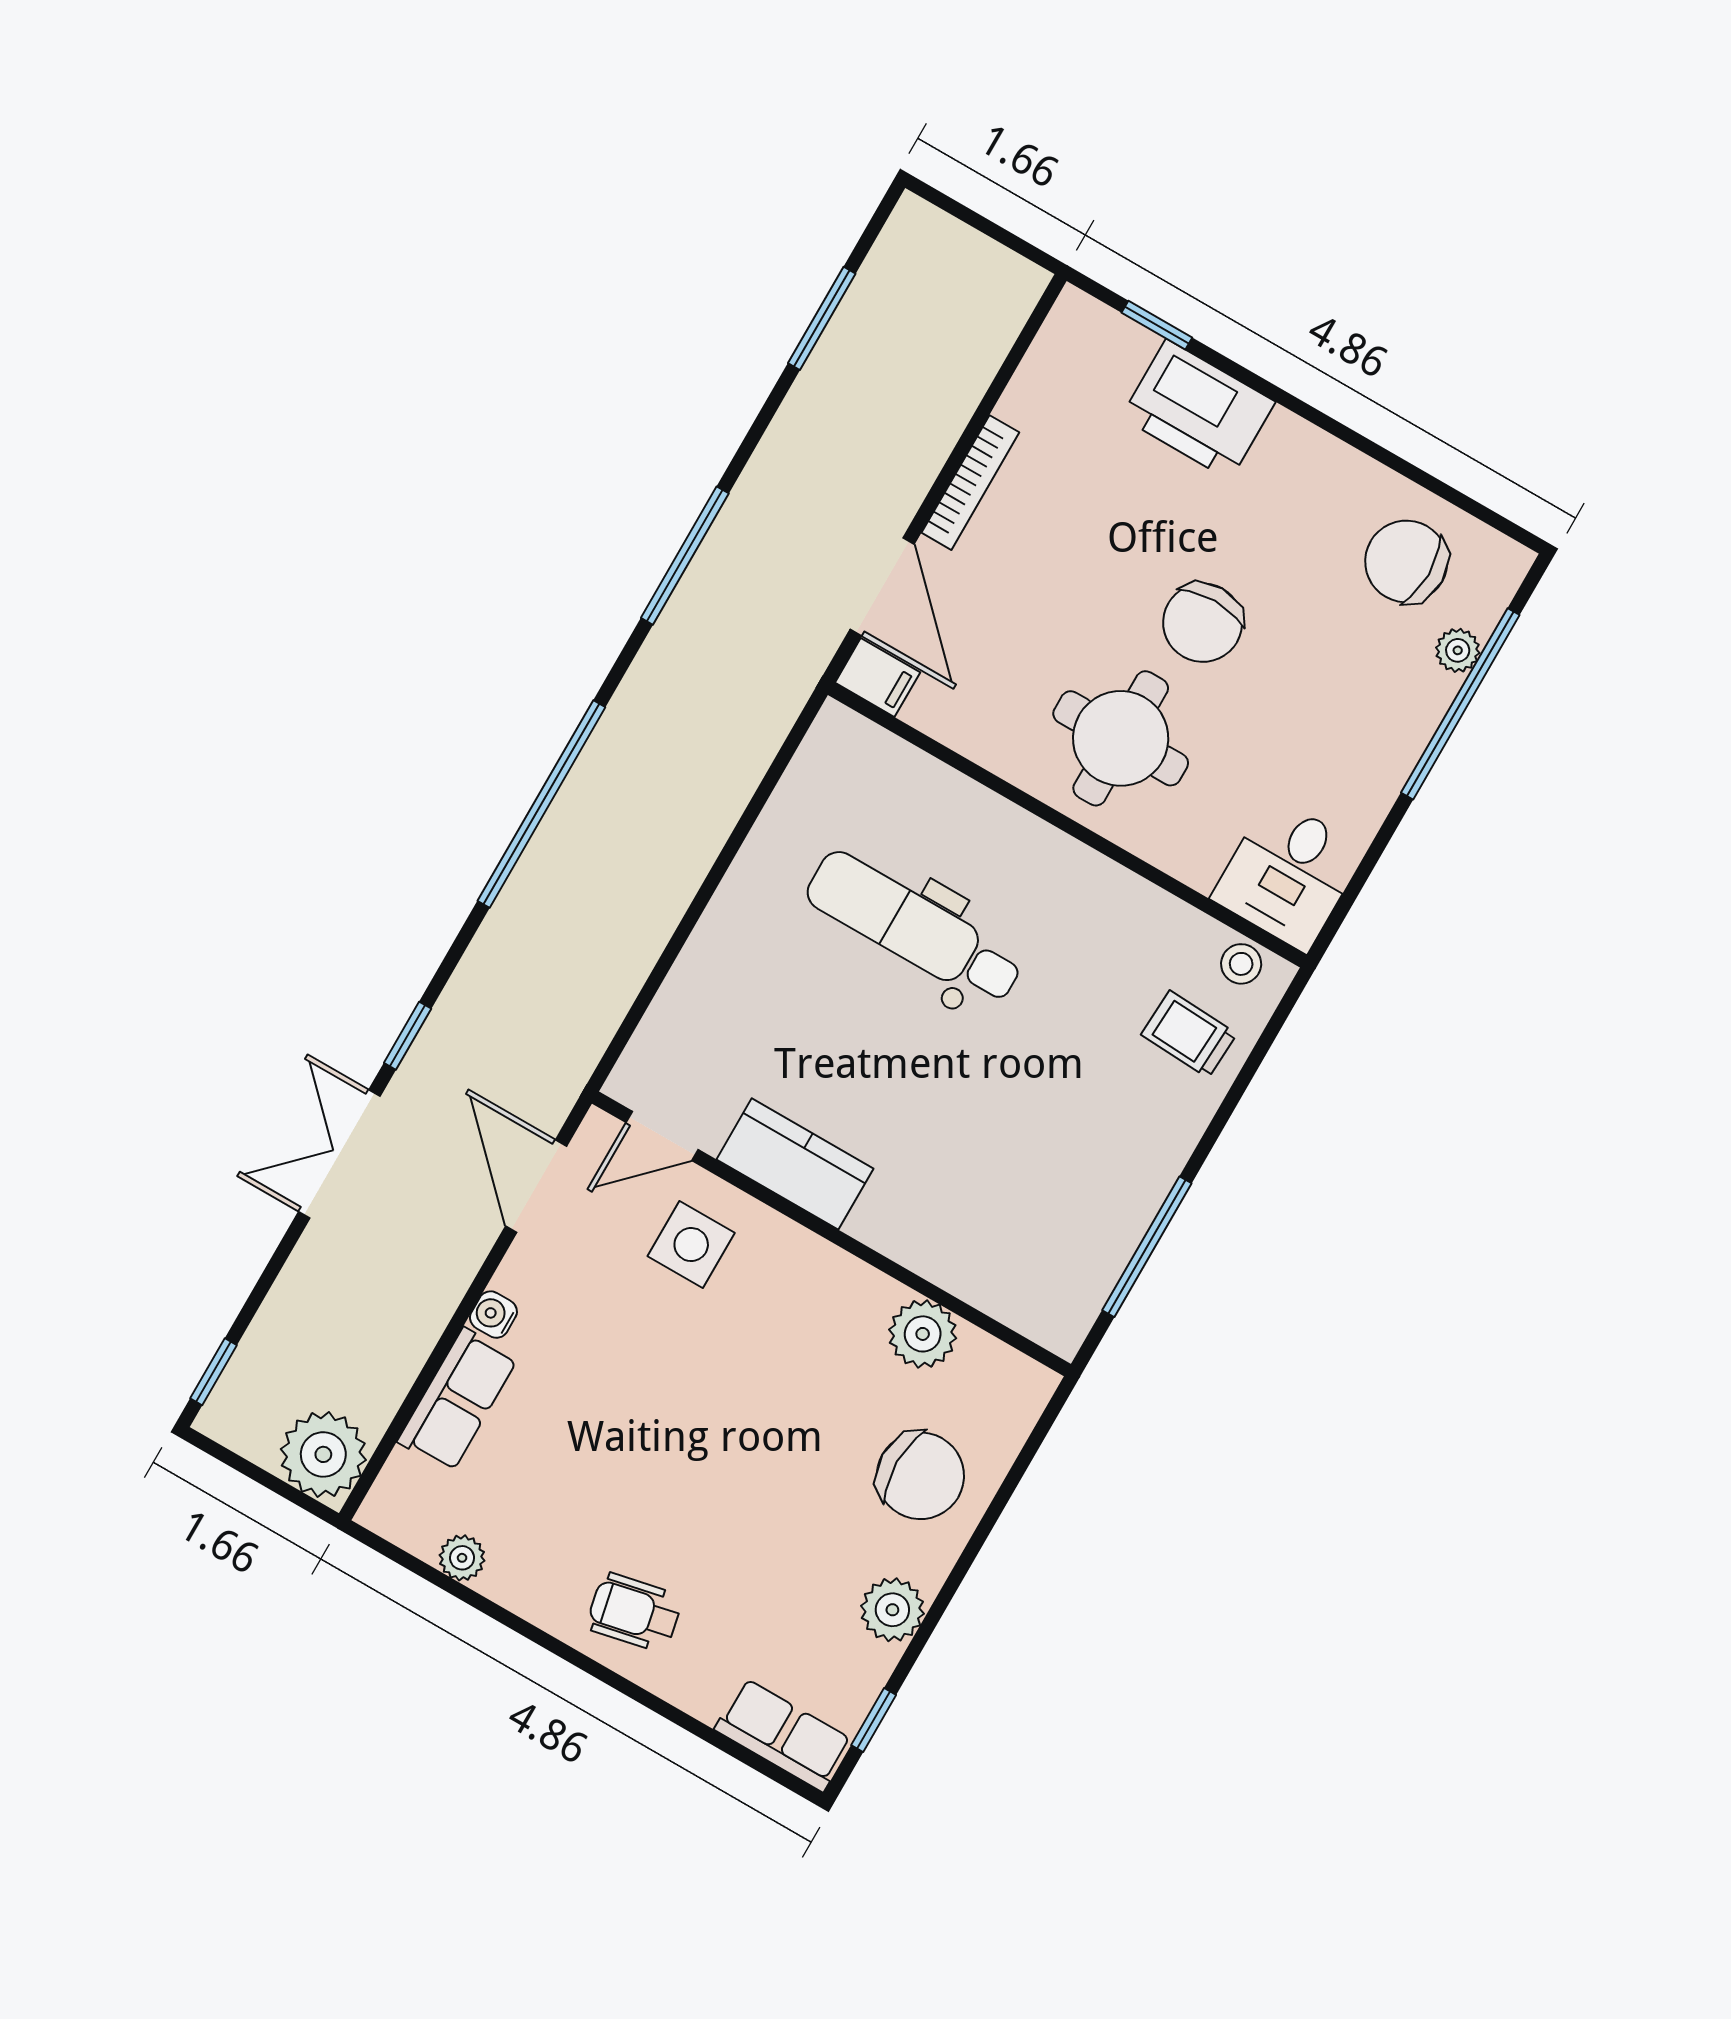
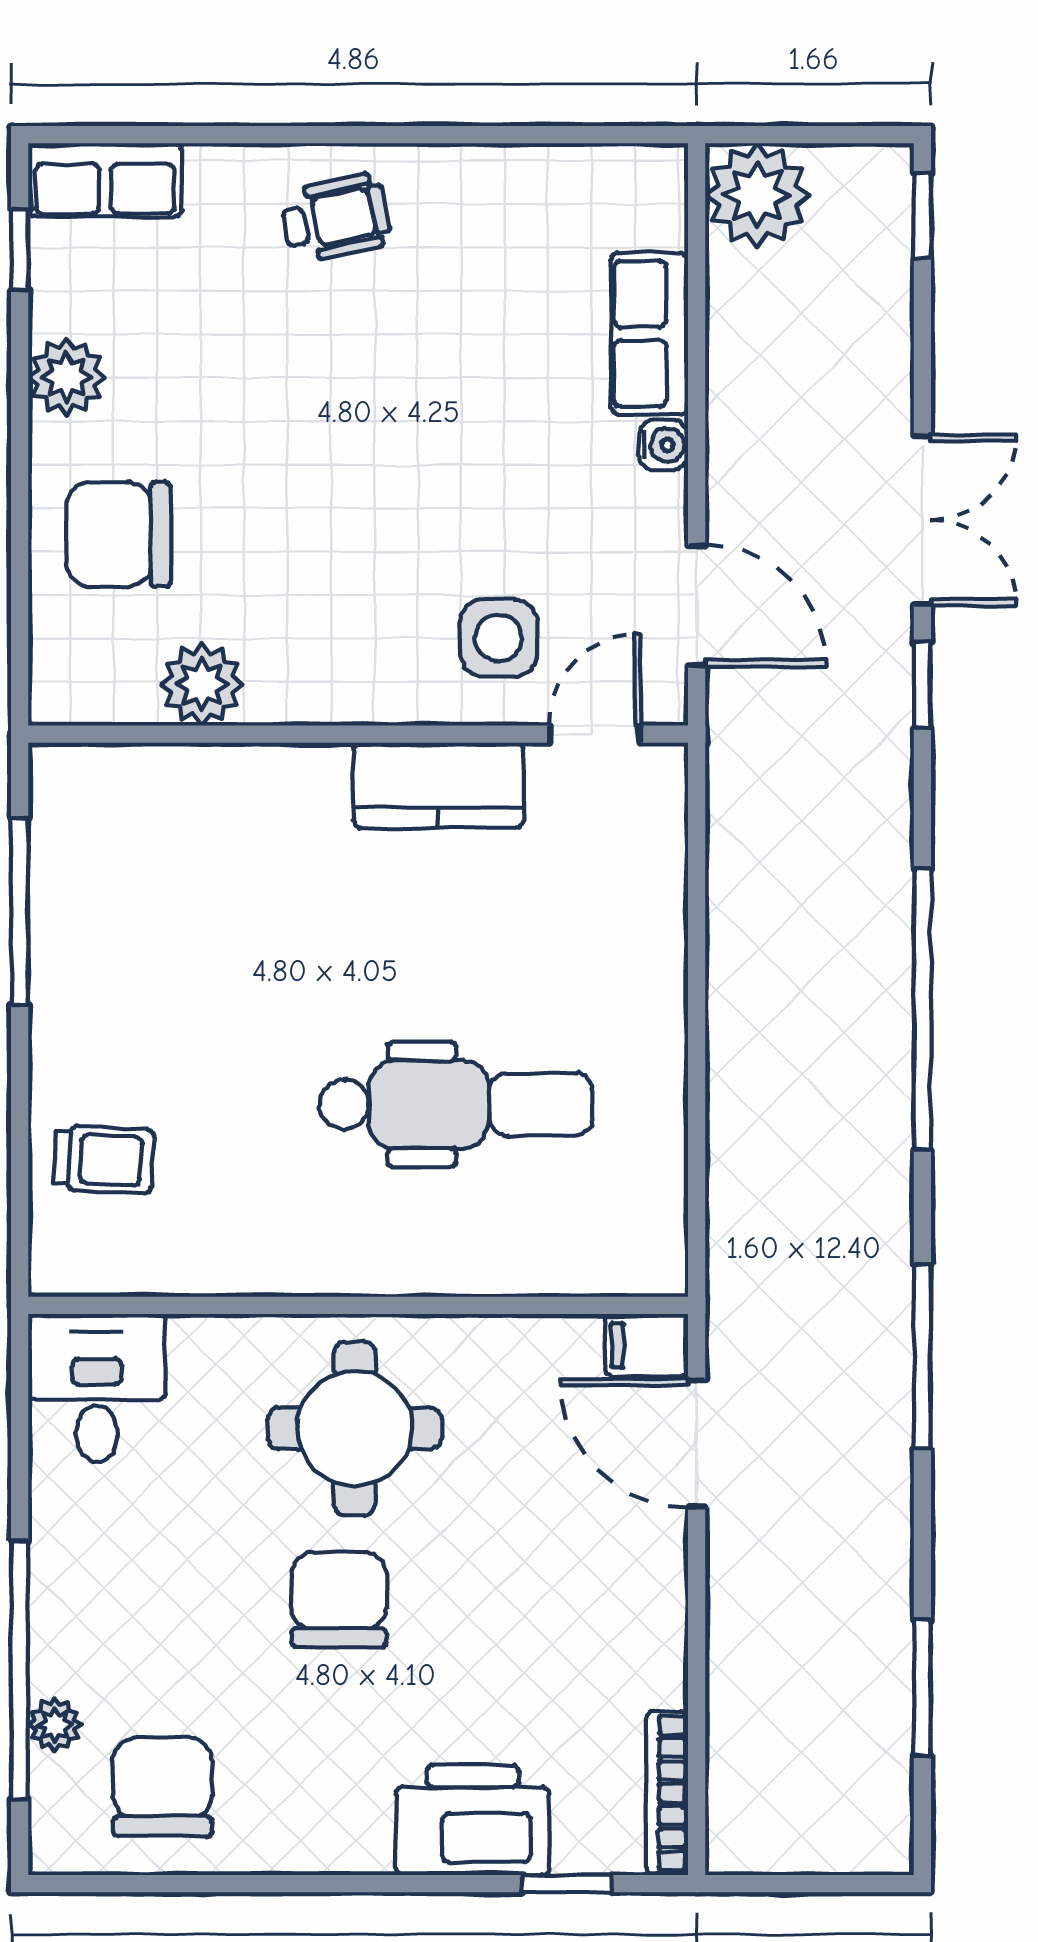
bookcase: (970, 483) -> (667, 1793), moved
chair: (1406, 561) -> (162, 1787), turned -90
stool: (1241, 964) -> (92, 1265), removed
plant: (462, 1558) -> (549, 171), removed

